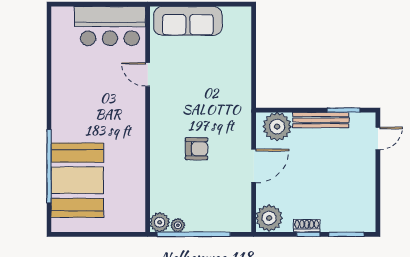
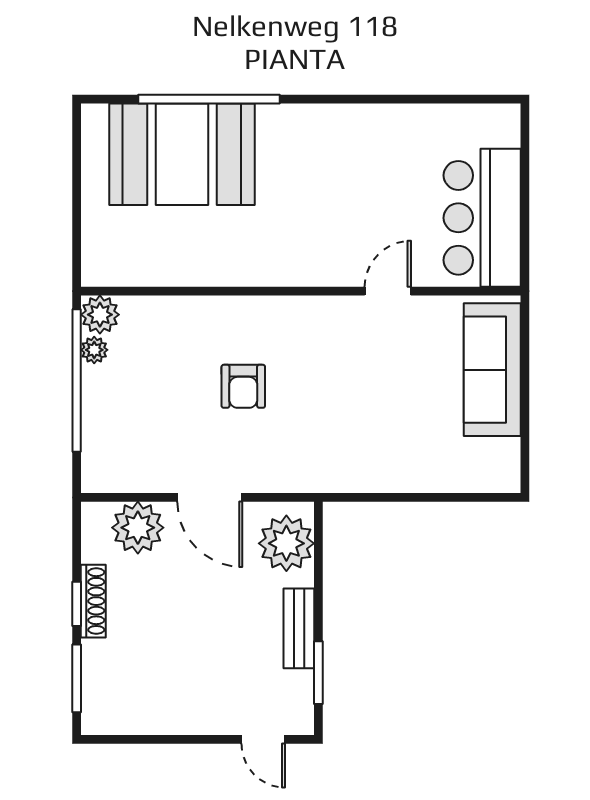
bench: (321, 120) -> (299, 628), width x0.73
plant: (269, 218) -> (138, 528), moved
shoe rack: (307, 226) -> (93, 601), width x1.43

